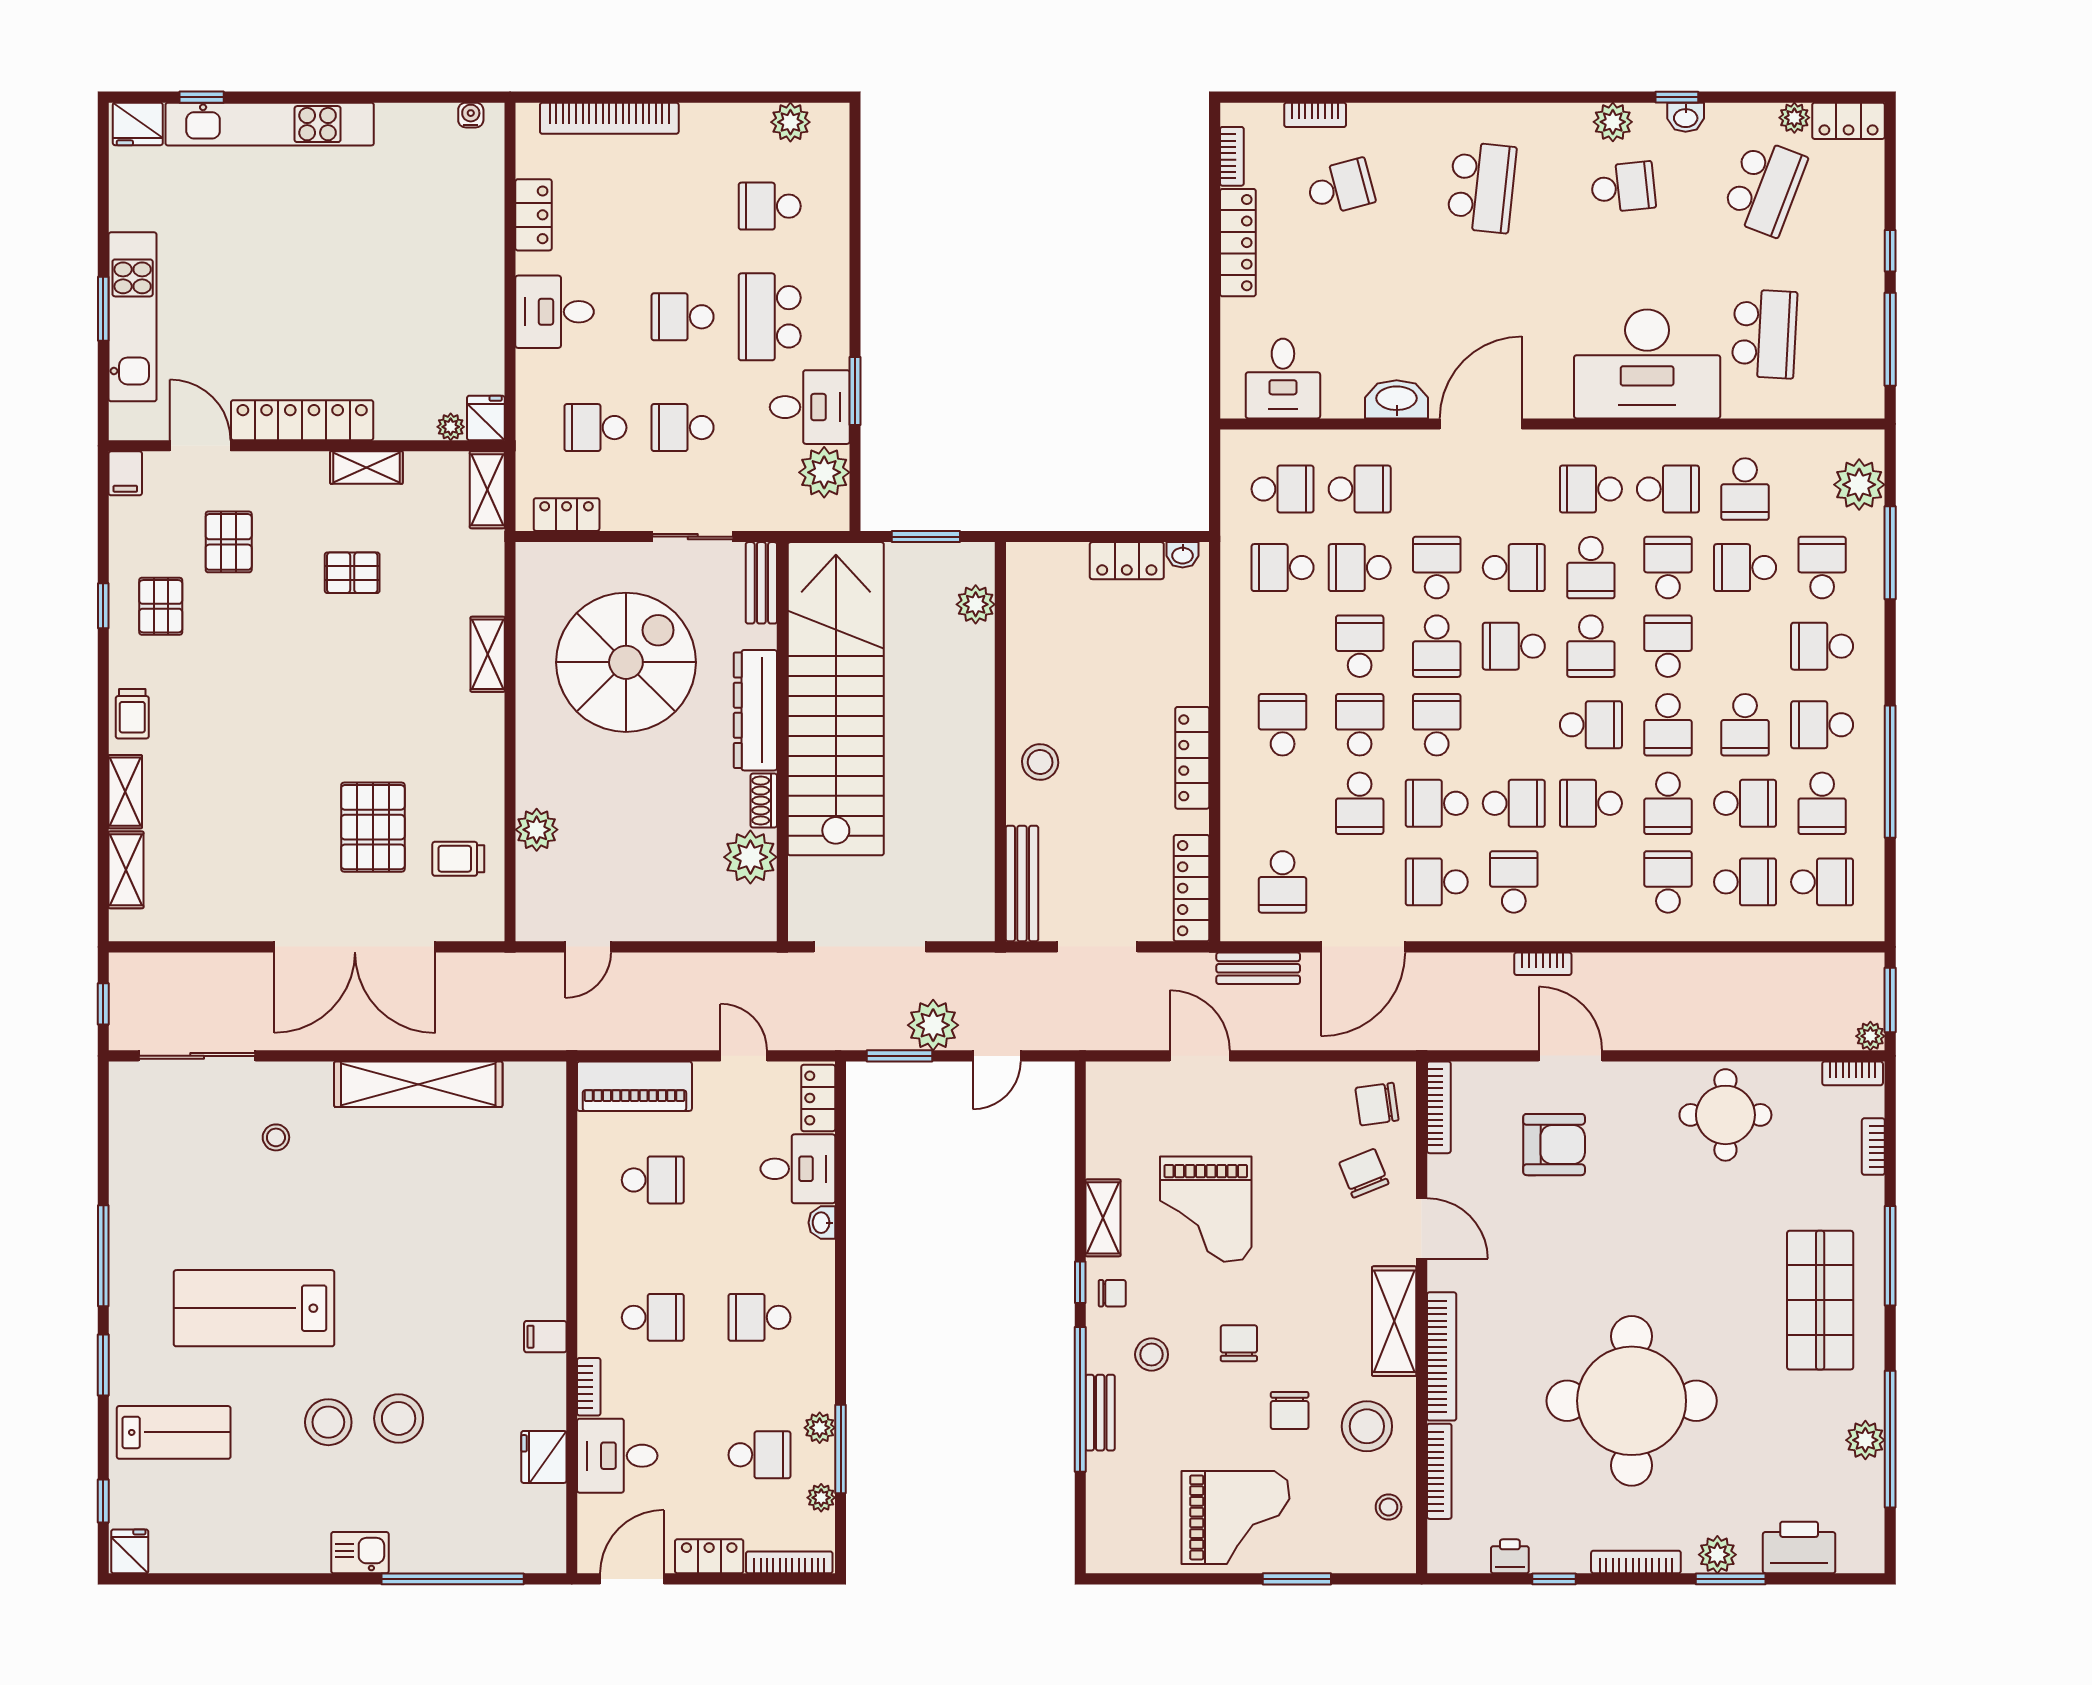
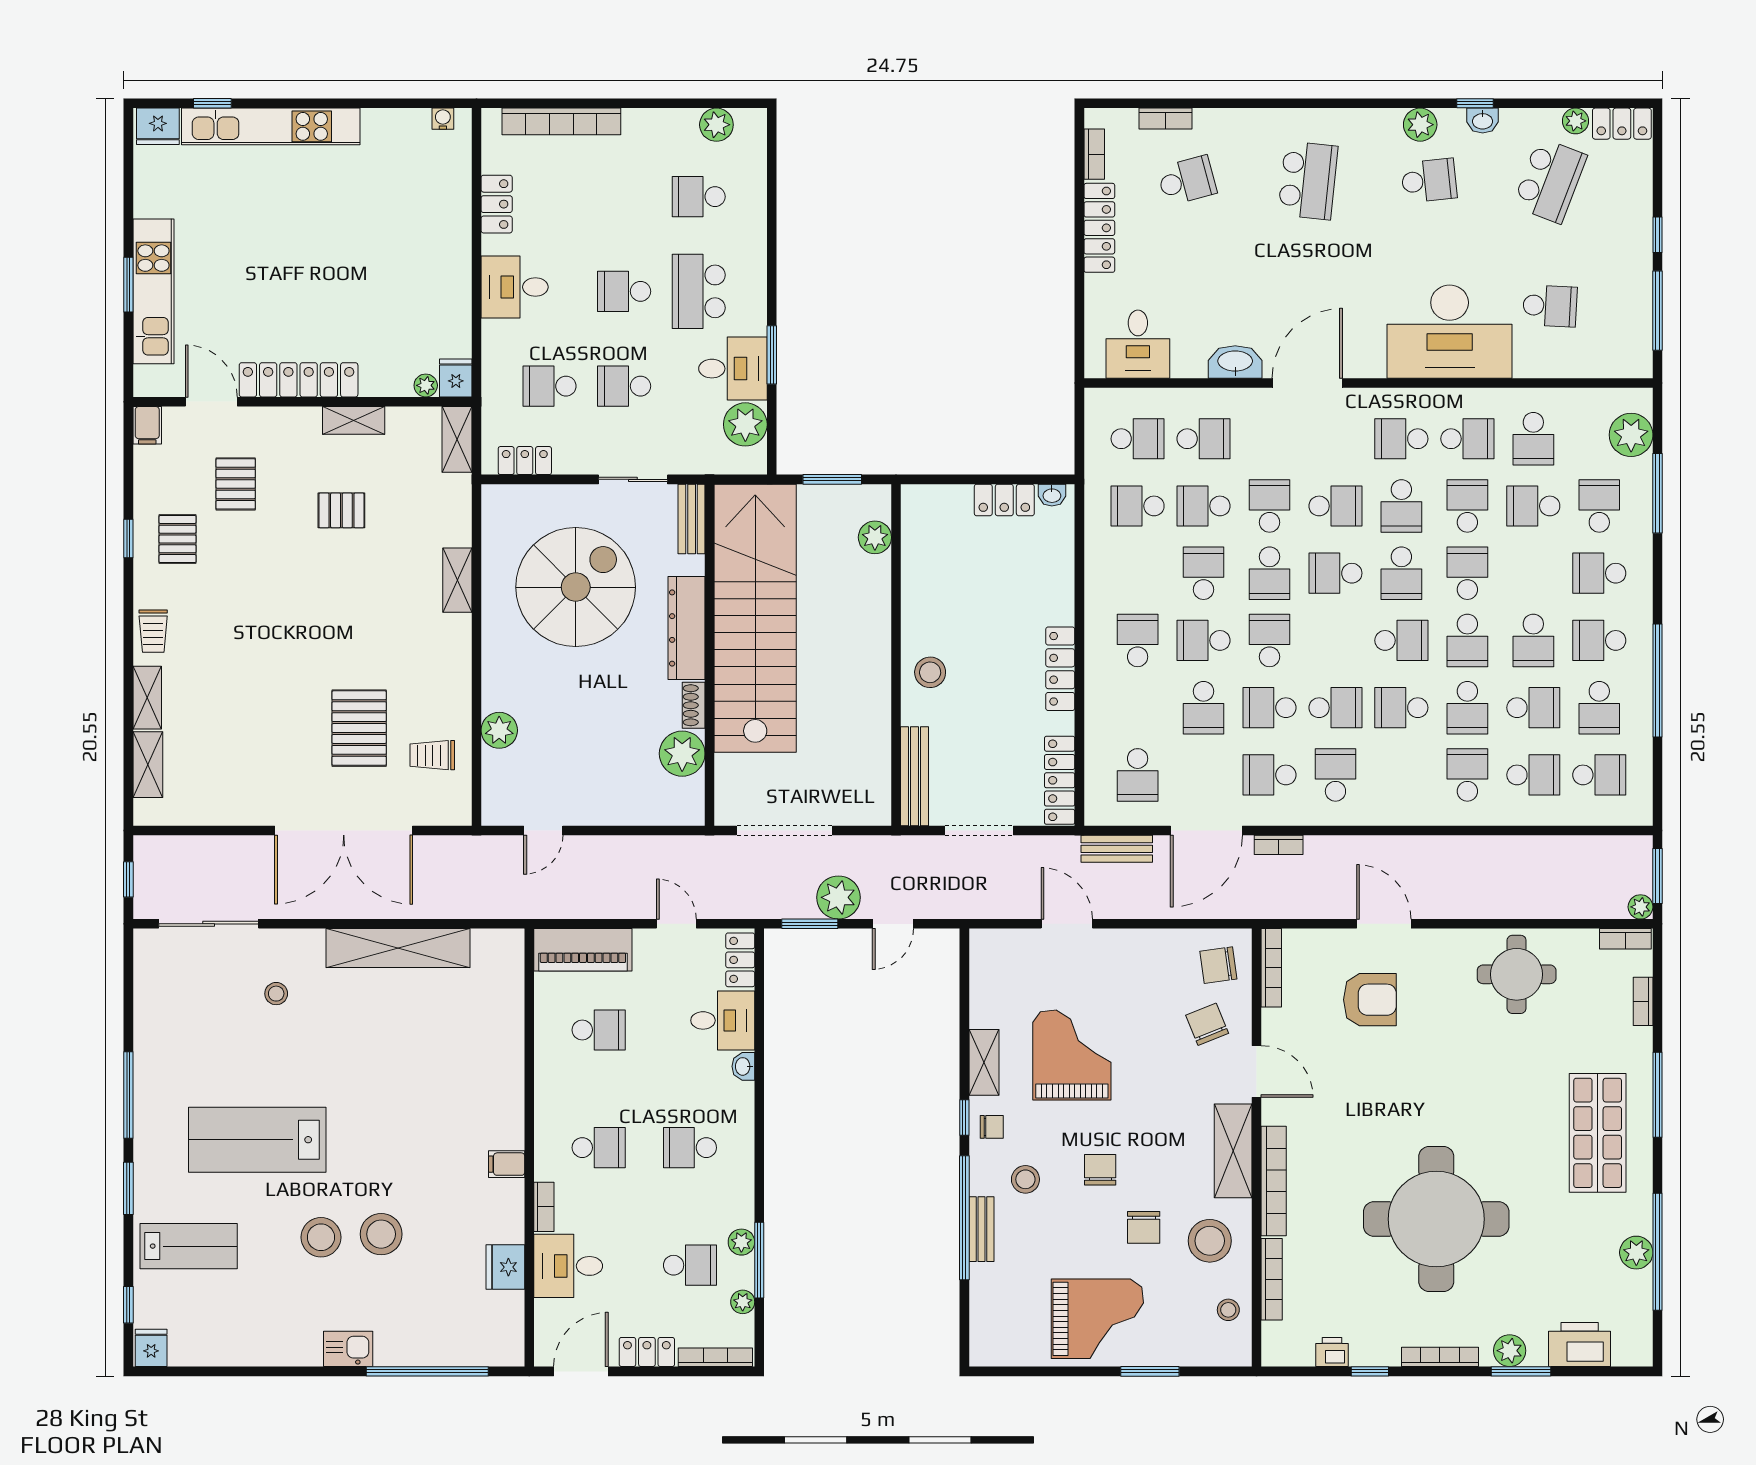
school desk: (1764, 334) -> (1550, 306), width x0.54
school desk: (1360, 725) -> (1204, 640), turned -90
bookcase: (1543, 964) -> (1279, 845), moved
grand piano: (1206, 1209) -> (1072, 1055), turned 180

